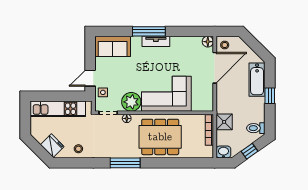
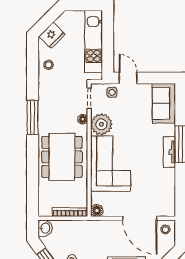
floor lamp: (208, 42) -> (97, 210), moved
shower: (224, 122) -> (79, 229), removed

